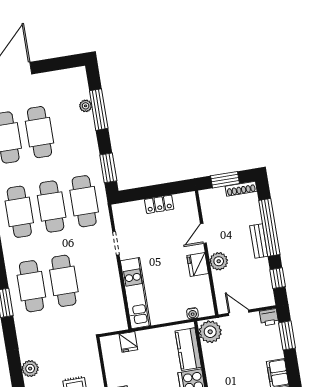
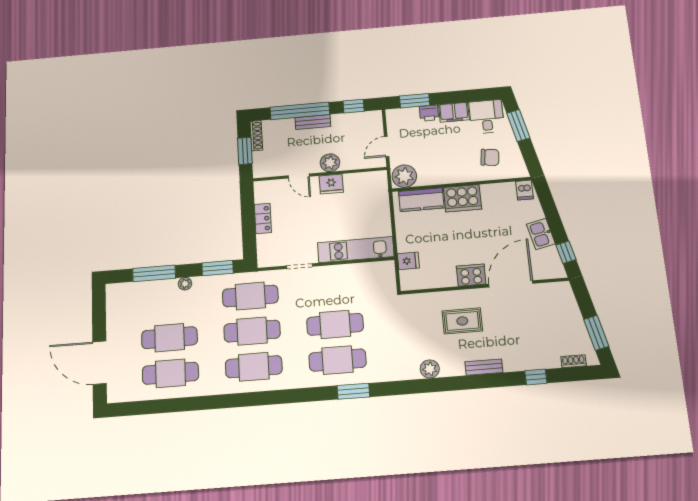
plant: (86, 106) -> (185, 284), moved
water cooler: (192, 313) -> (383, 193), removed
printer: (269, 317) -> (429, 113), moved, turned 90

